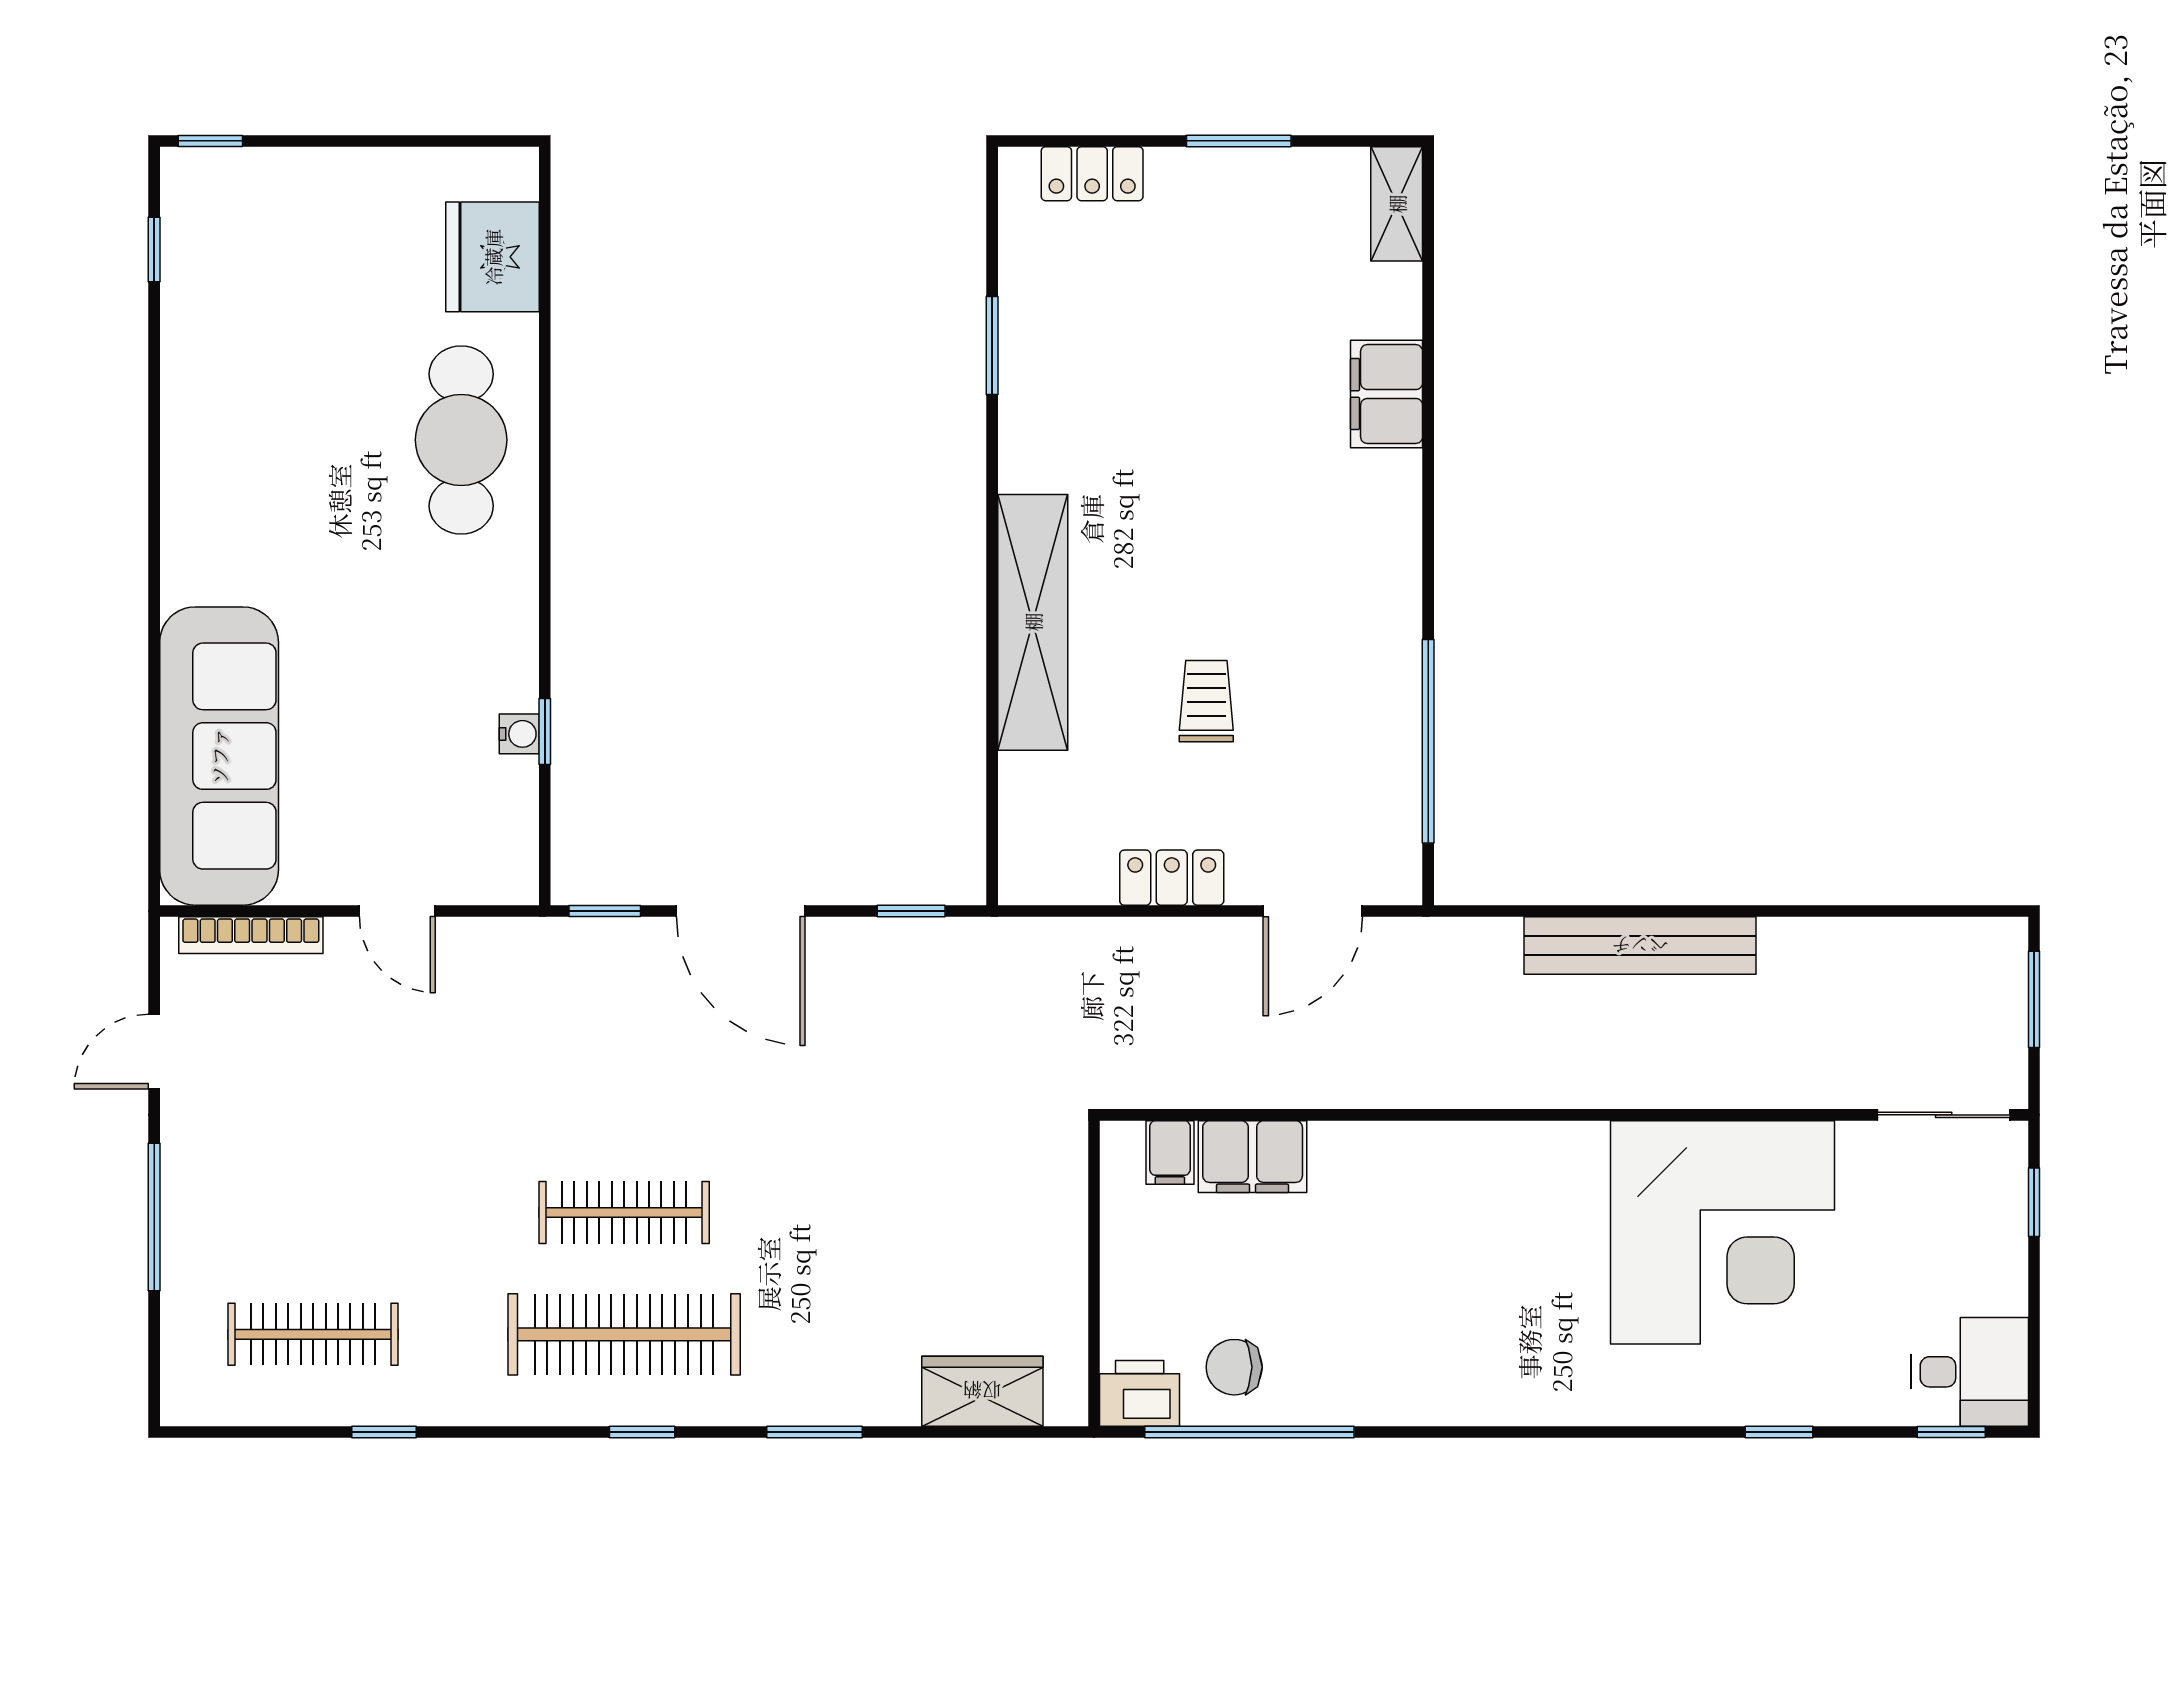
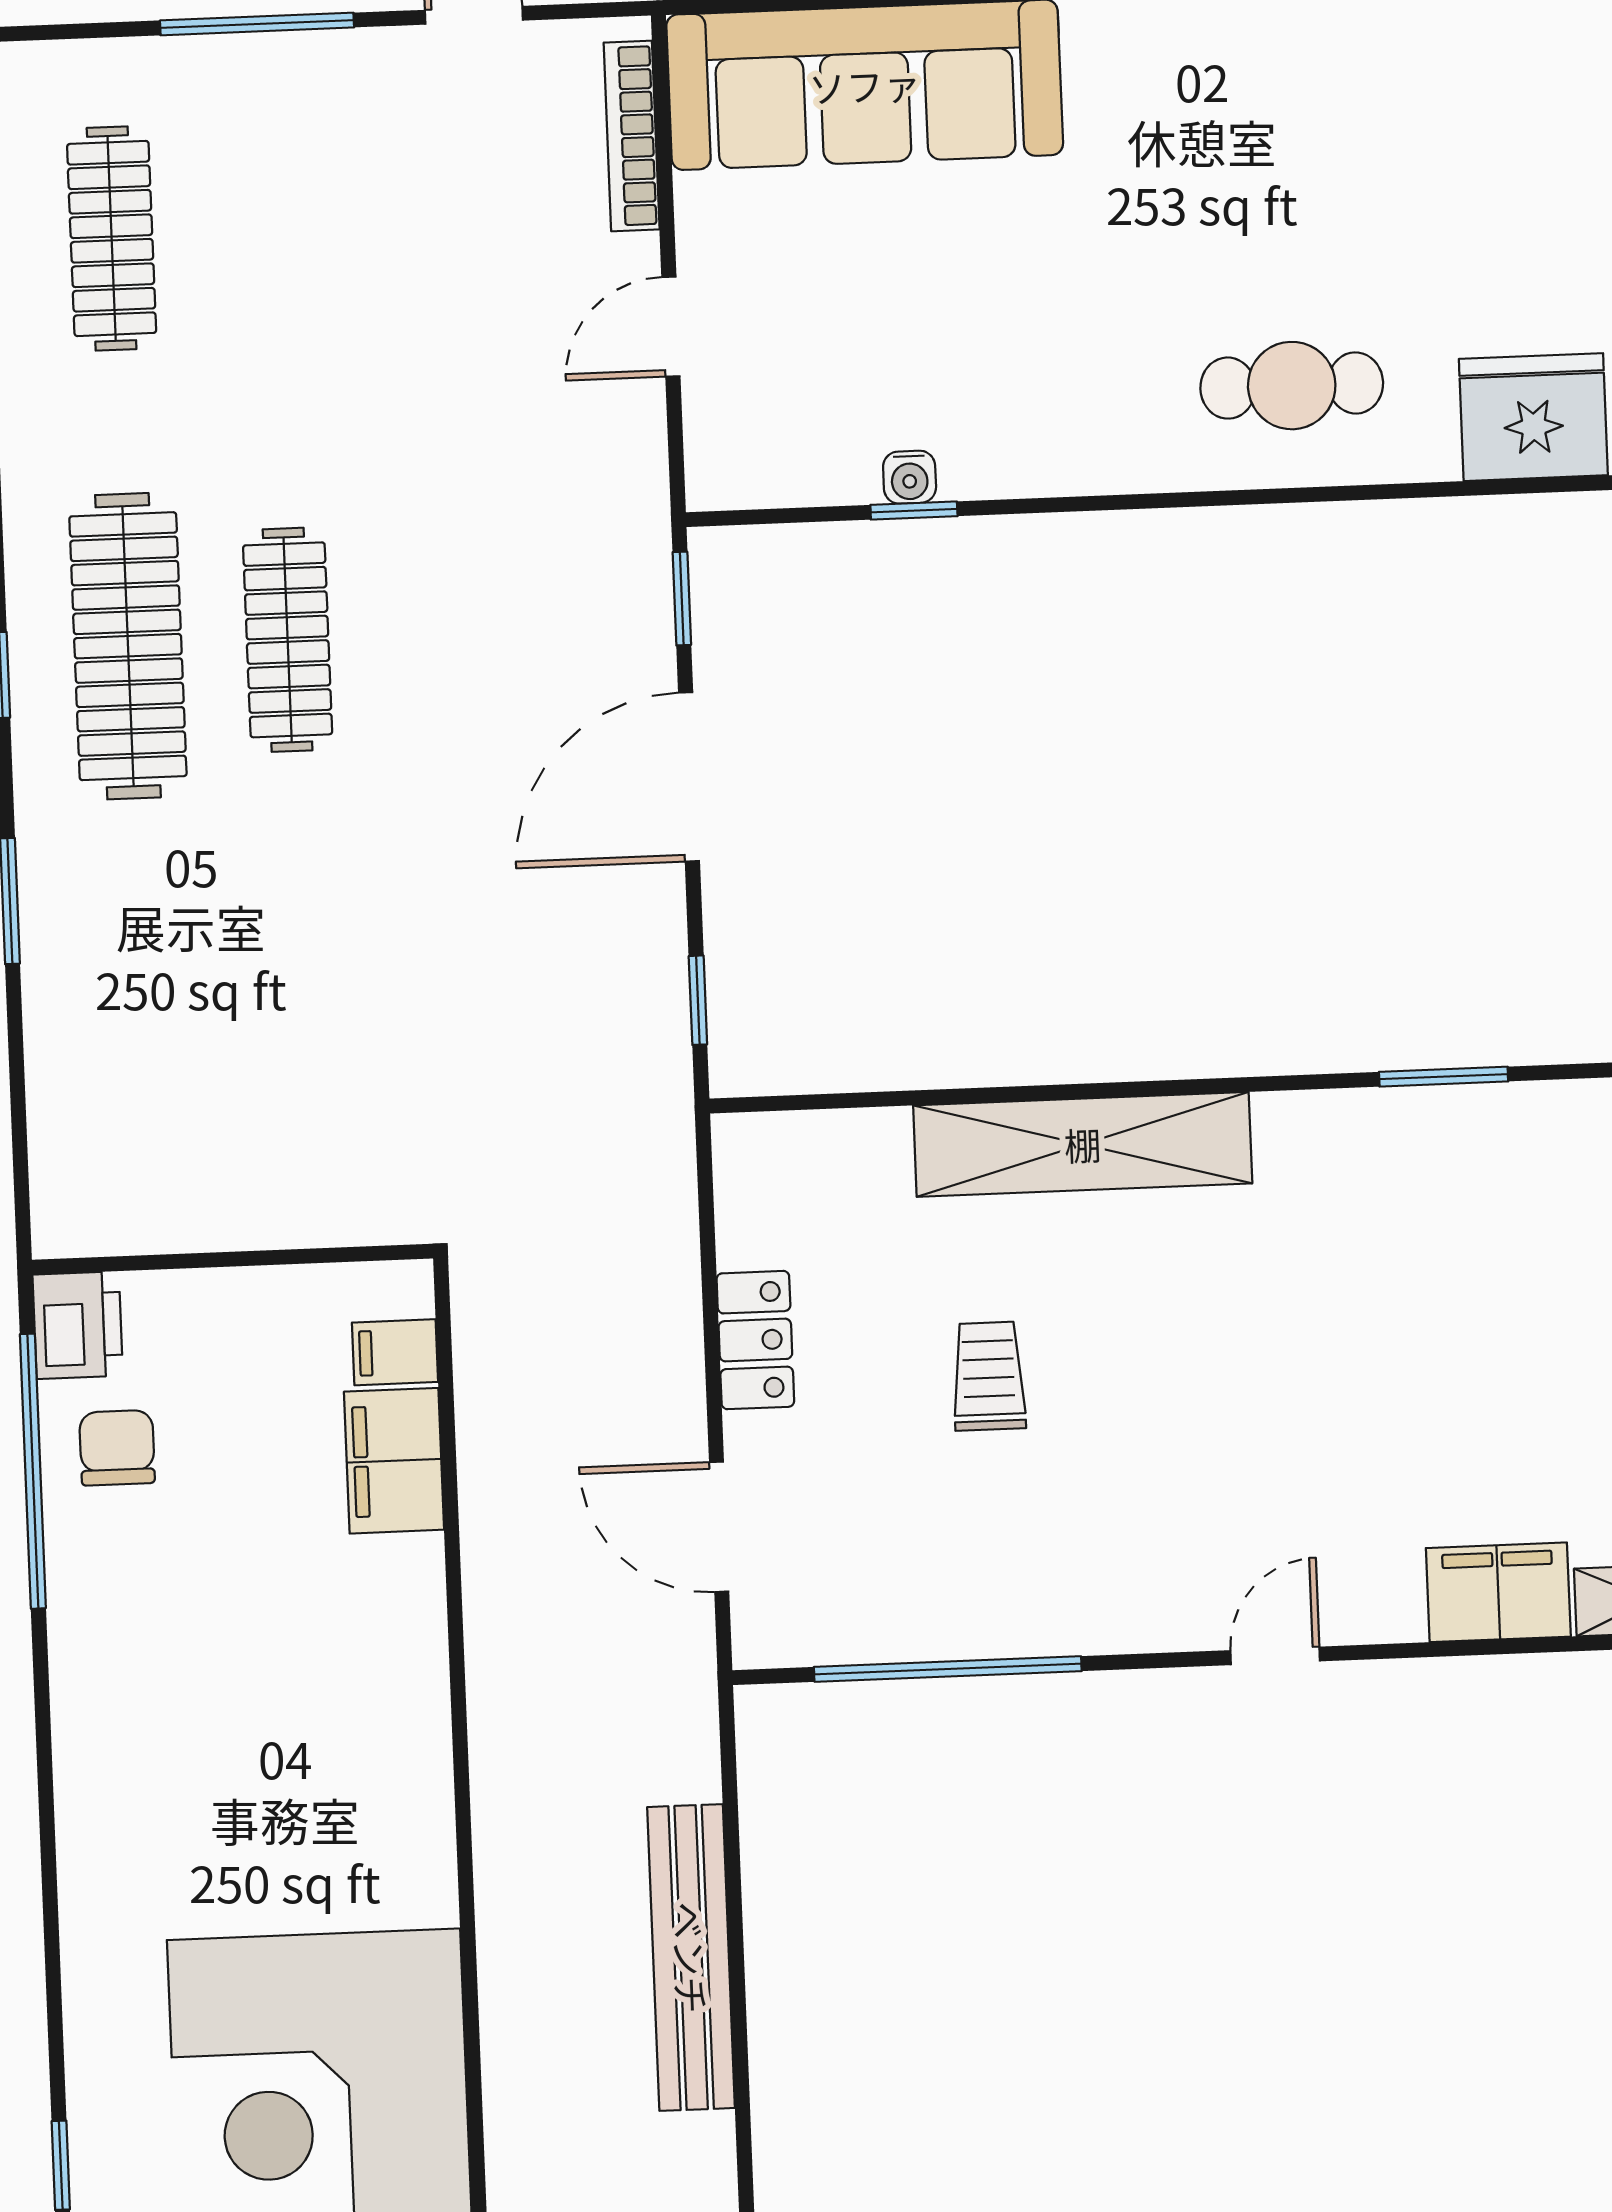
filing cabinet: (1387, 394) -> (1498, 1592), moved
cafe table: (461, 440) -> (1292, 386), width x0.73, depth x0.74
door: (1428, 491) -> (1275, 1656), added
trolley: (1206, 701) -> (989, 1376), turned -90
wardrobe: (982, 1391) -> (72, 1119), removed

